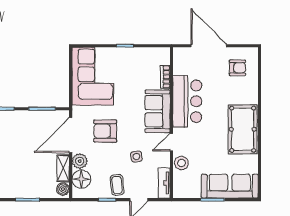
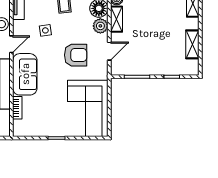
door: (71, 135) -> (109, 51), width x0.53

